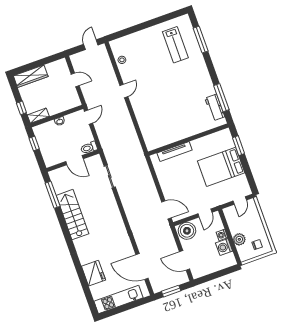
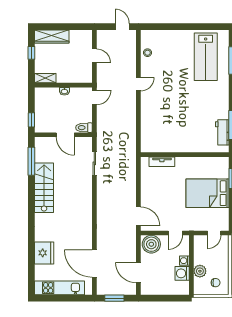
door: (91, 45) -> (122, 27), hinge flipped
lab bench: (175, 45) -> (206, 57), width x1.36, depth x1.39
window: (21, 108) -> (31, 53), moved
window: (34, 143) -> (31, 120), moved
tv unit: (175, 152) -> (162, 162), width x0.71

